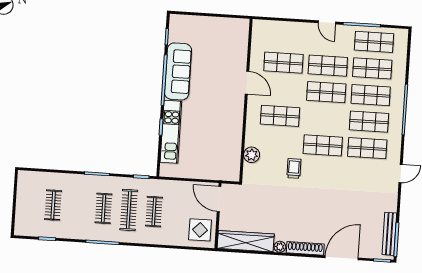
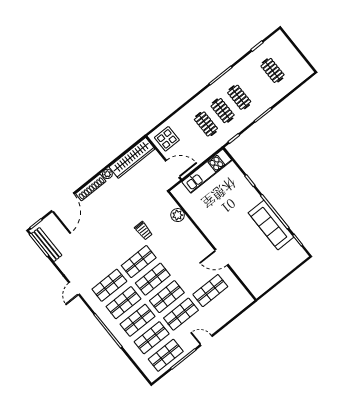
shop shelf: (280, 116) -> (153, 279), moved
kitchen unit: (171, 132) -> (207, 171), moved, turned -90
clothes rail: (129, 210) -> (223, 111), width x0.73

